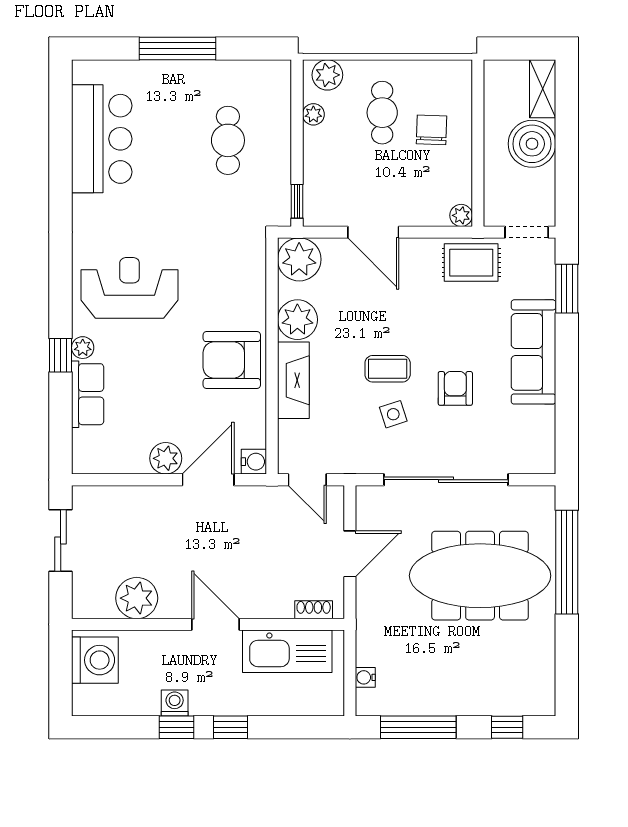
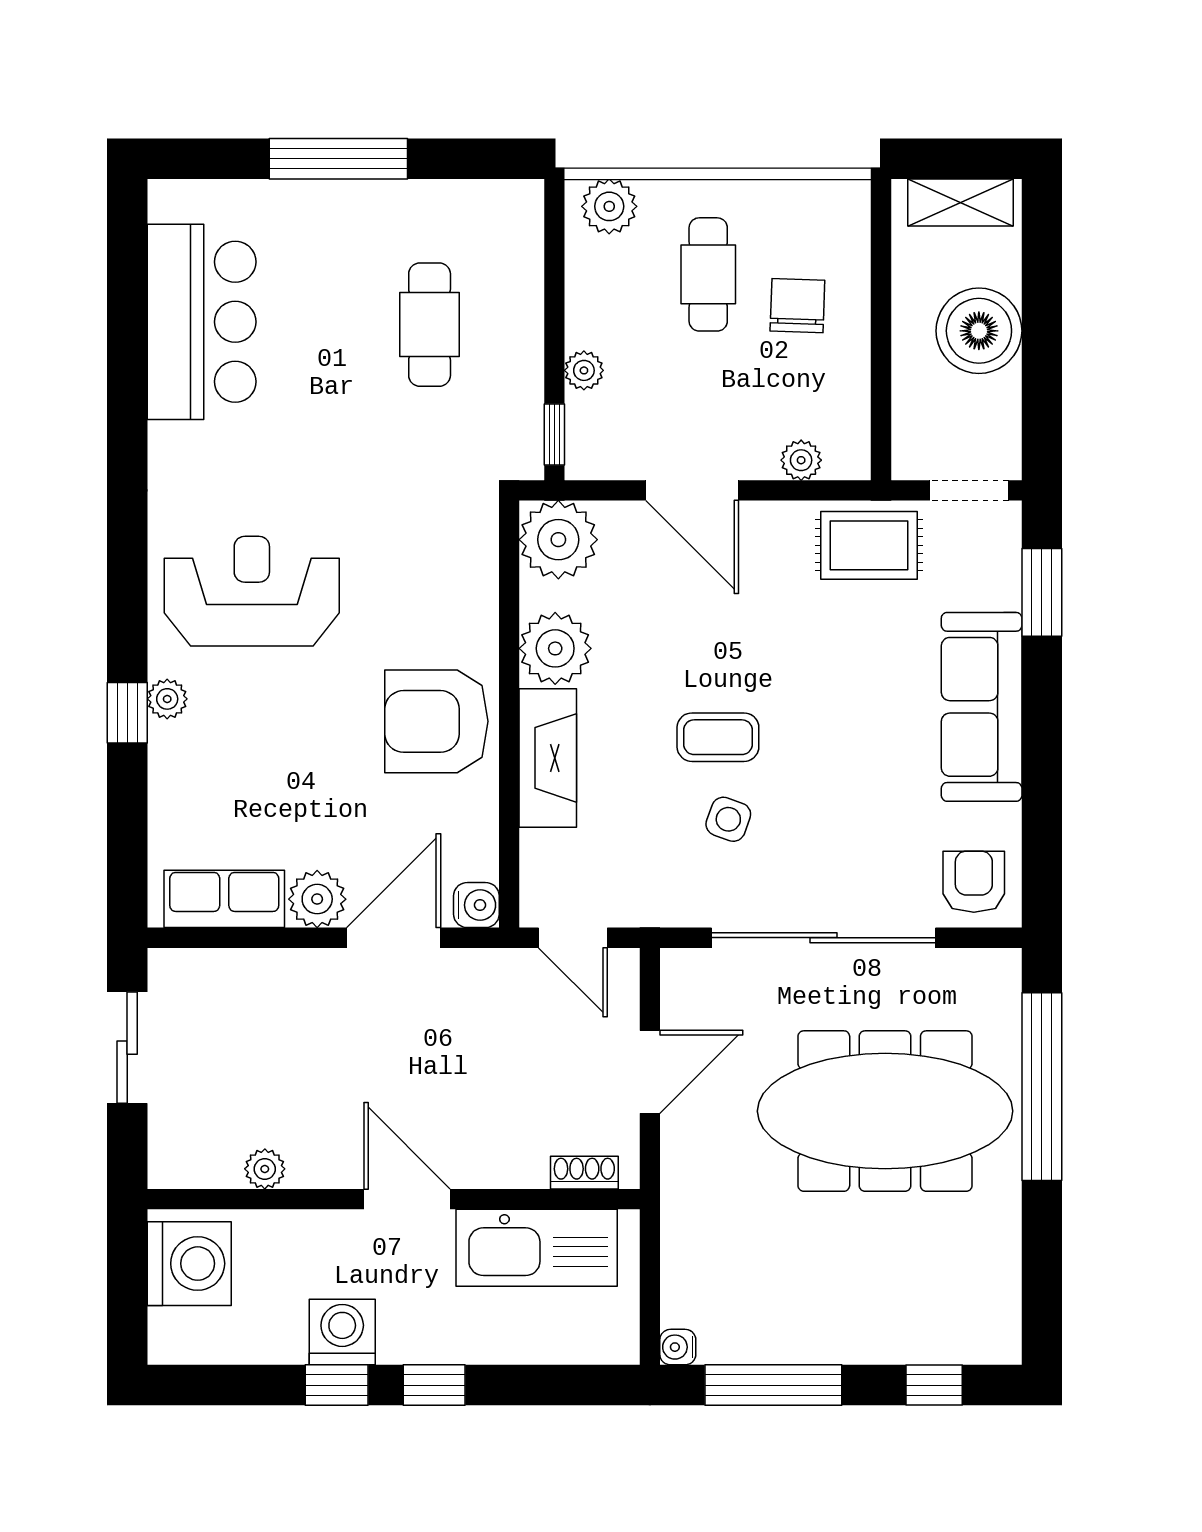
shelving: (543, 89) -> (960, 202), moved, turned 90
plant: (313, 114) -> (584, 370), moved
plant: (461, 215) -> (801, 460), moved
armchair: (455, 388) -> (974, 882), moved
row of seats: (88, 394) -> (224, 899), moved, turned -90
side table: (393, 414) -> (728, 819), turned 38
plant: (137, 598) -> (265, 1169), width x0.53, depth x0.53
water cooler: (365, 677) -> (678, 1347), moved
washing machine: (175, 703) -> (342, 1332), width x1.38, depth x1.38

